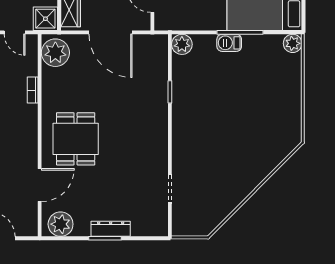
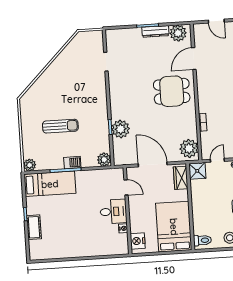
door: (15, 32) -> (217, 160), hinge flipped
plant: (155, 88) -> (121, 129), added
sun lounger: (243, 98) -> (60, 126), added
dining table: (76, 139) -> (172, 91), turned 90
dresser: (111, 229) -> (155, 31), moved

